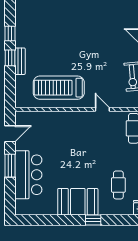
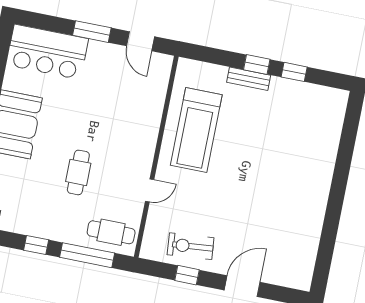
treadmill: (59, 88) -> (196, 130), turned 180
bar counter: (28, 175) -> (47, 52), moved
cafe table: (118, 185) -> (78, 172), moved, turned 90

